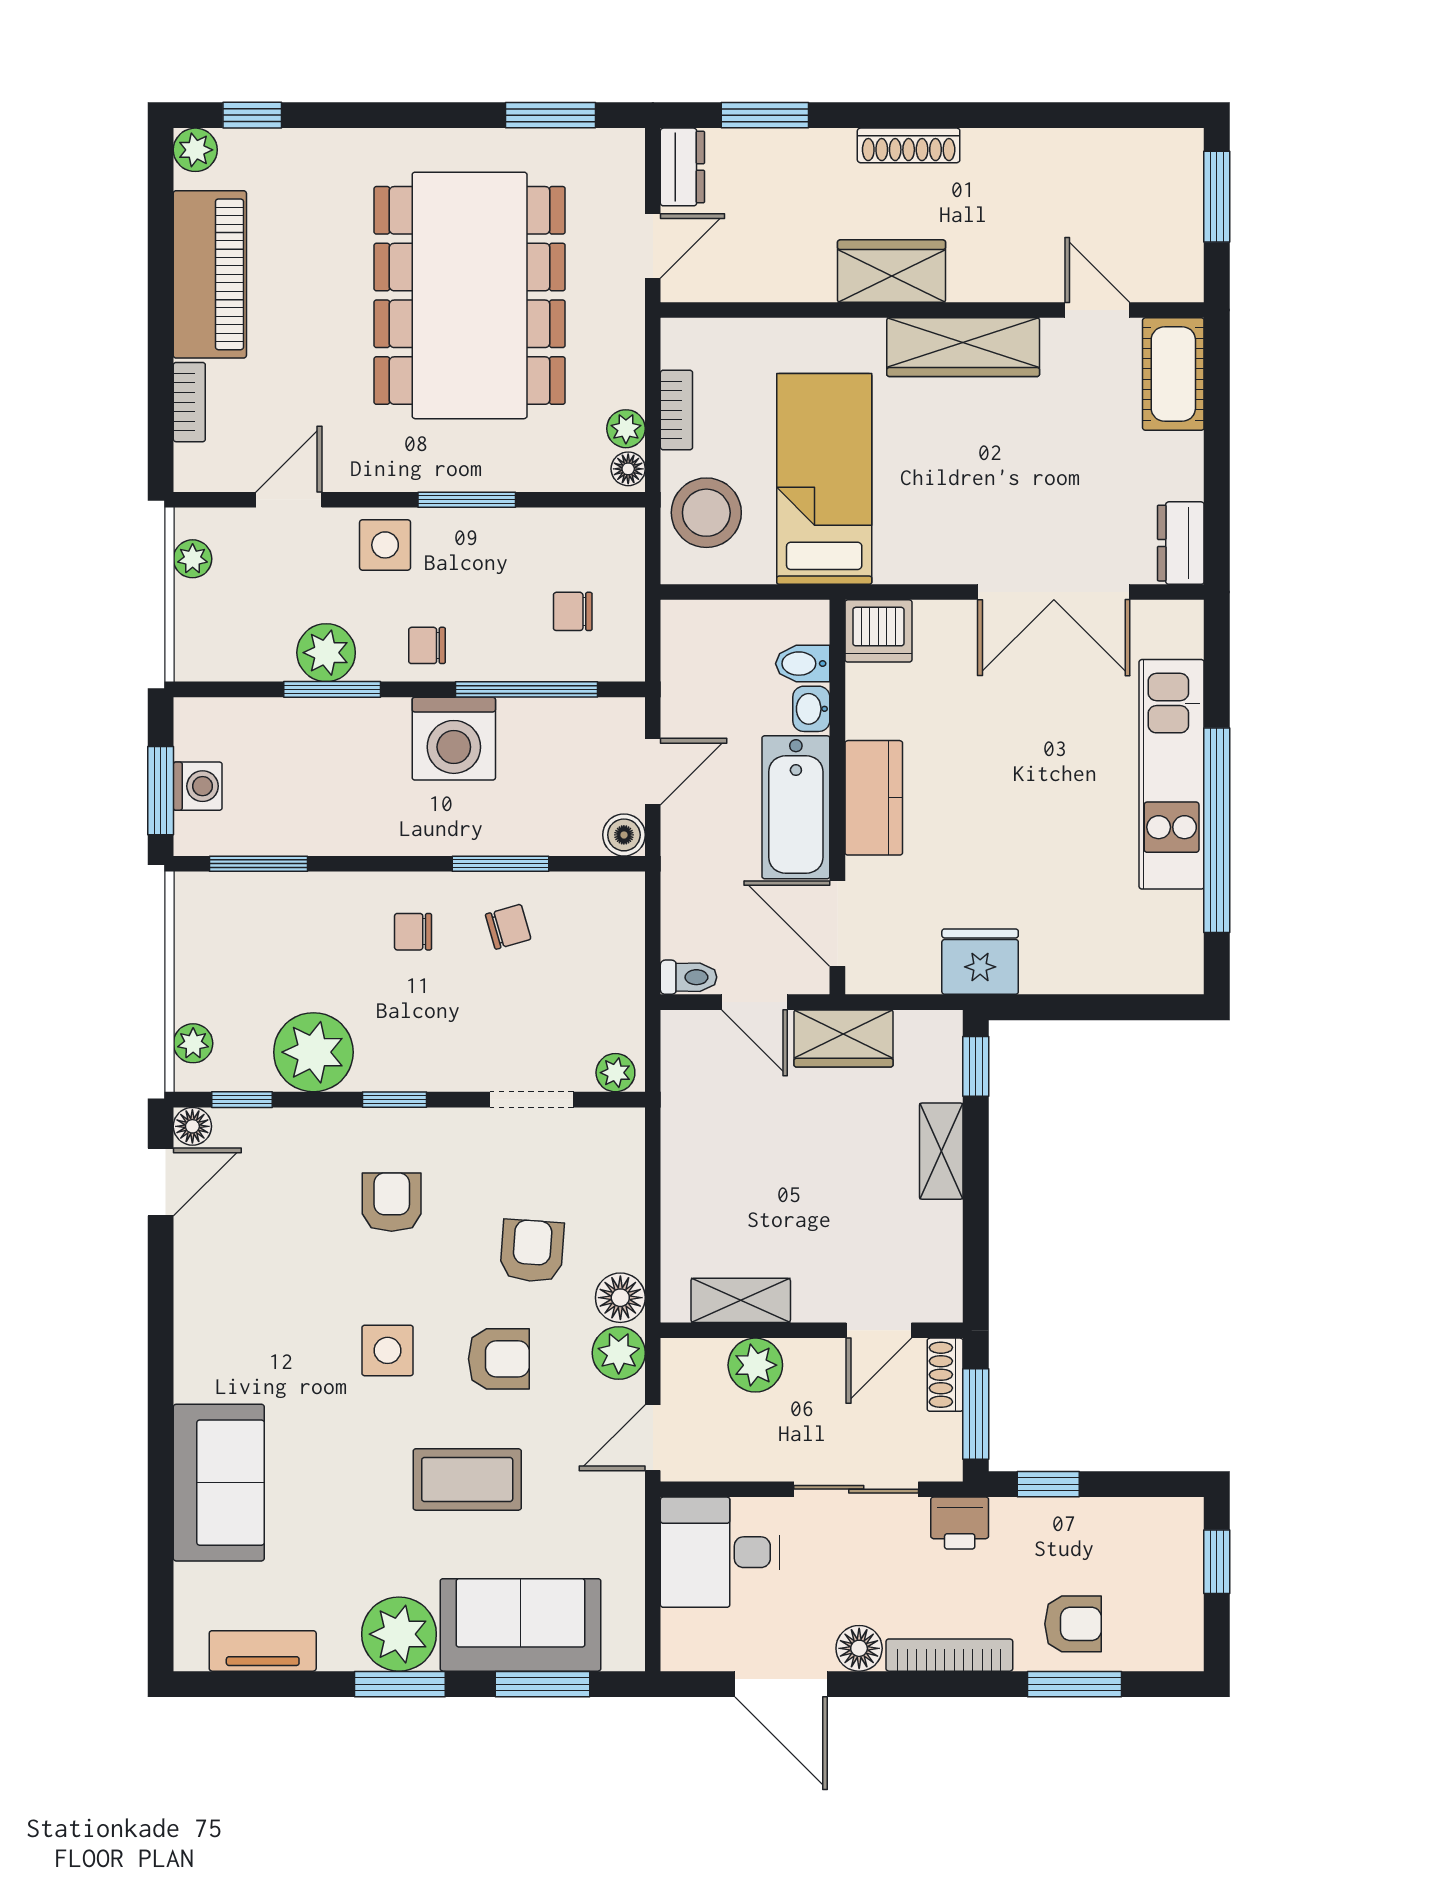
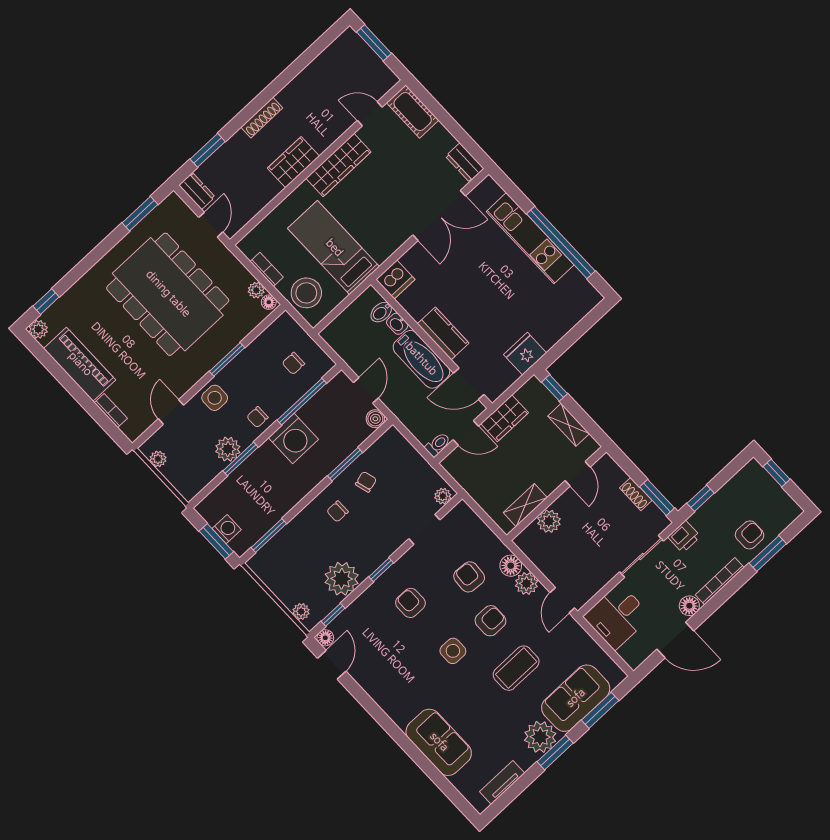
shelving: (741, 1300) -> (525, 505), moved
wall: (812, 1330) -> (556, 494), moved
door: (879, 1330) -> (578, 474), moved
plant: (755, 1365) -> (549, 521), moved

